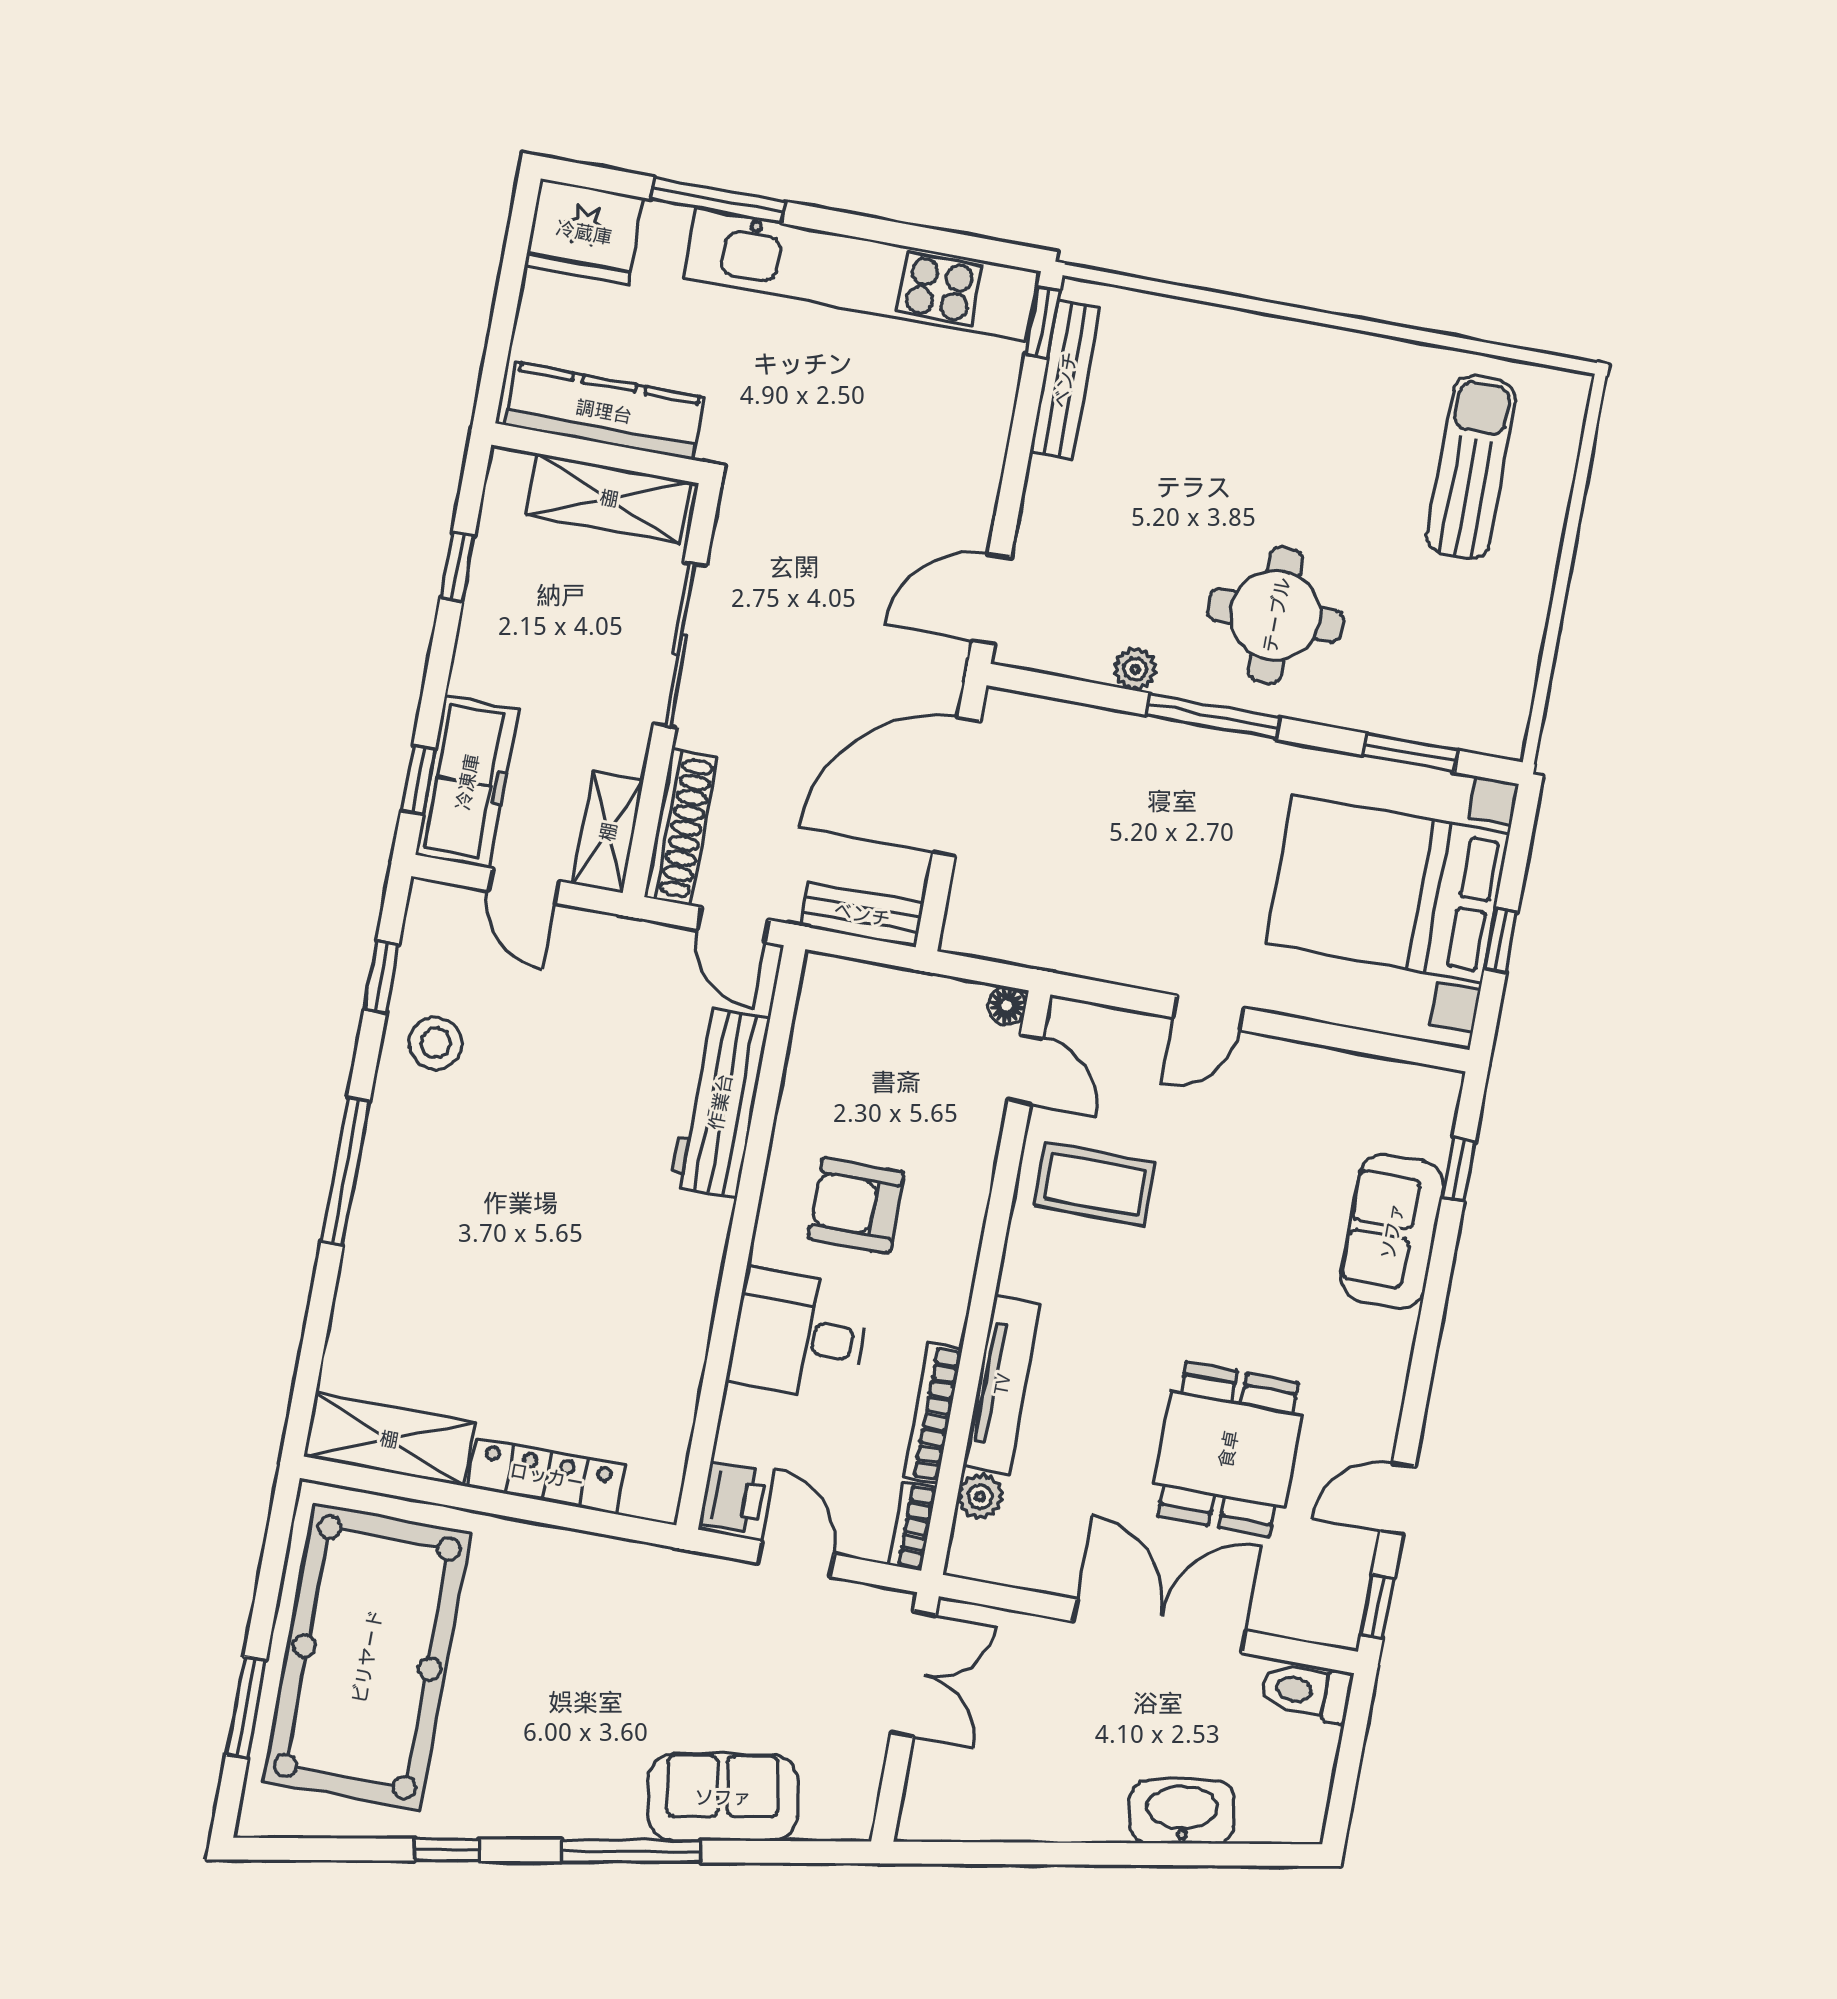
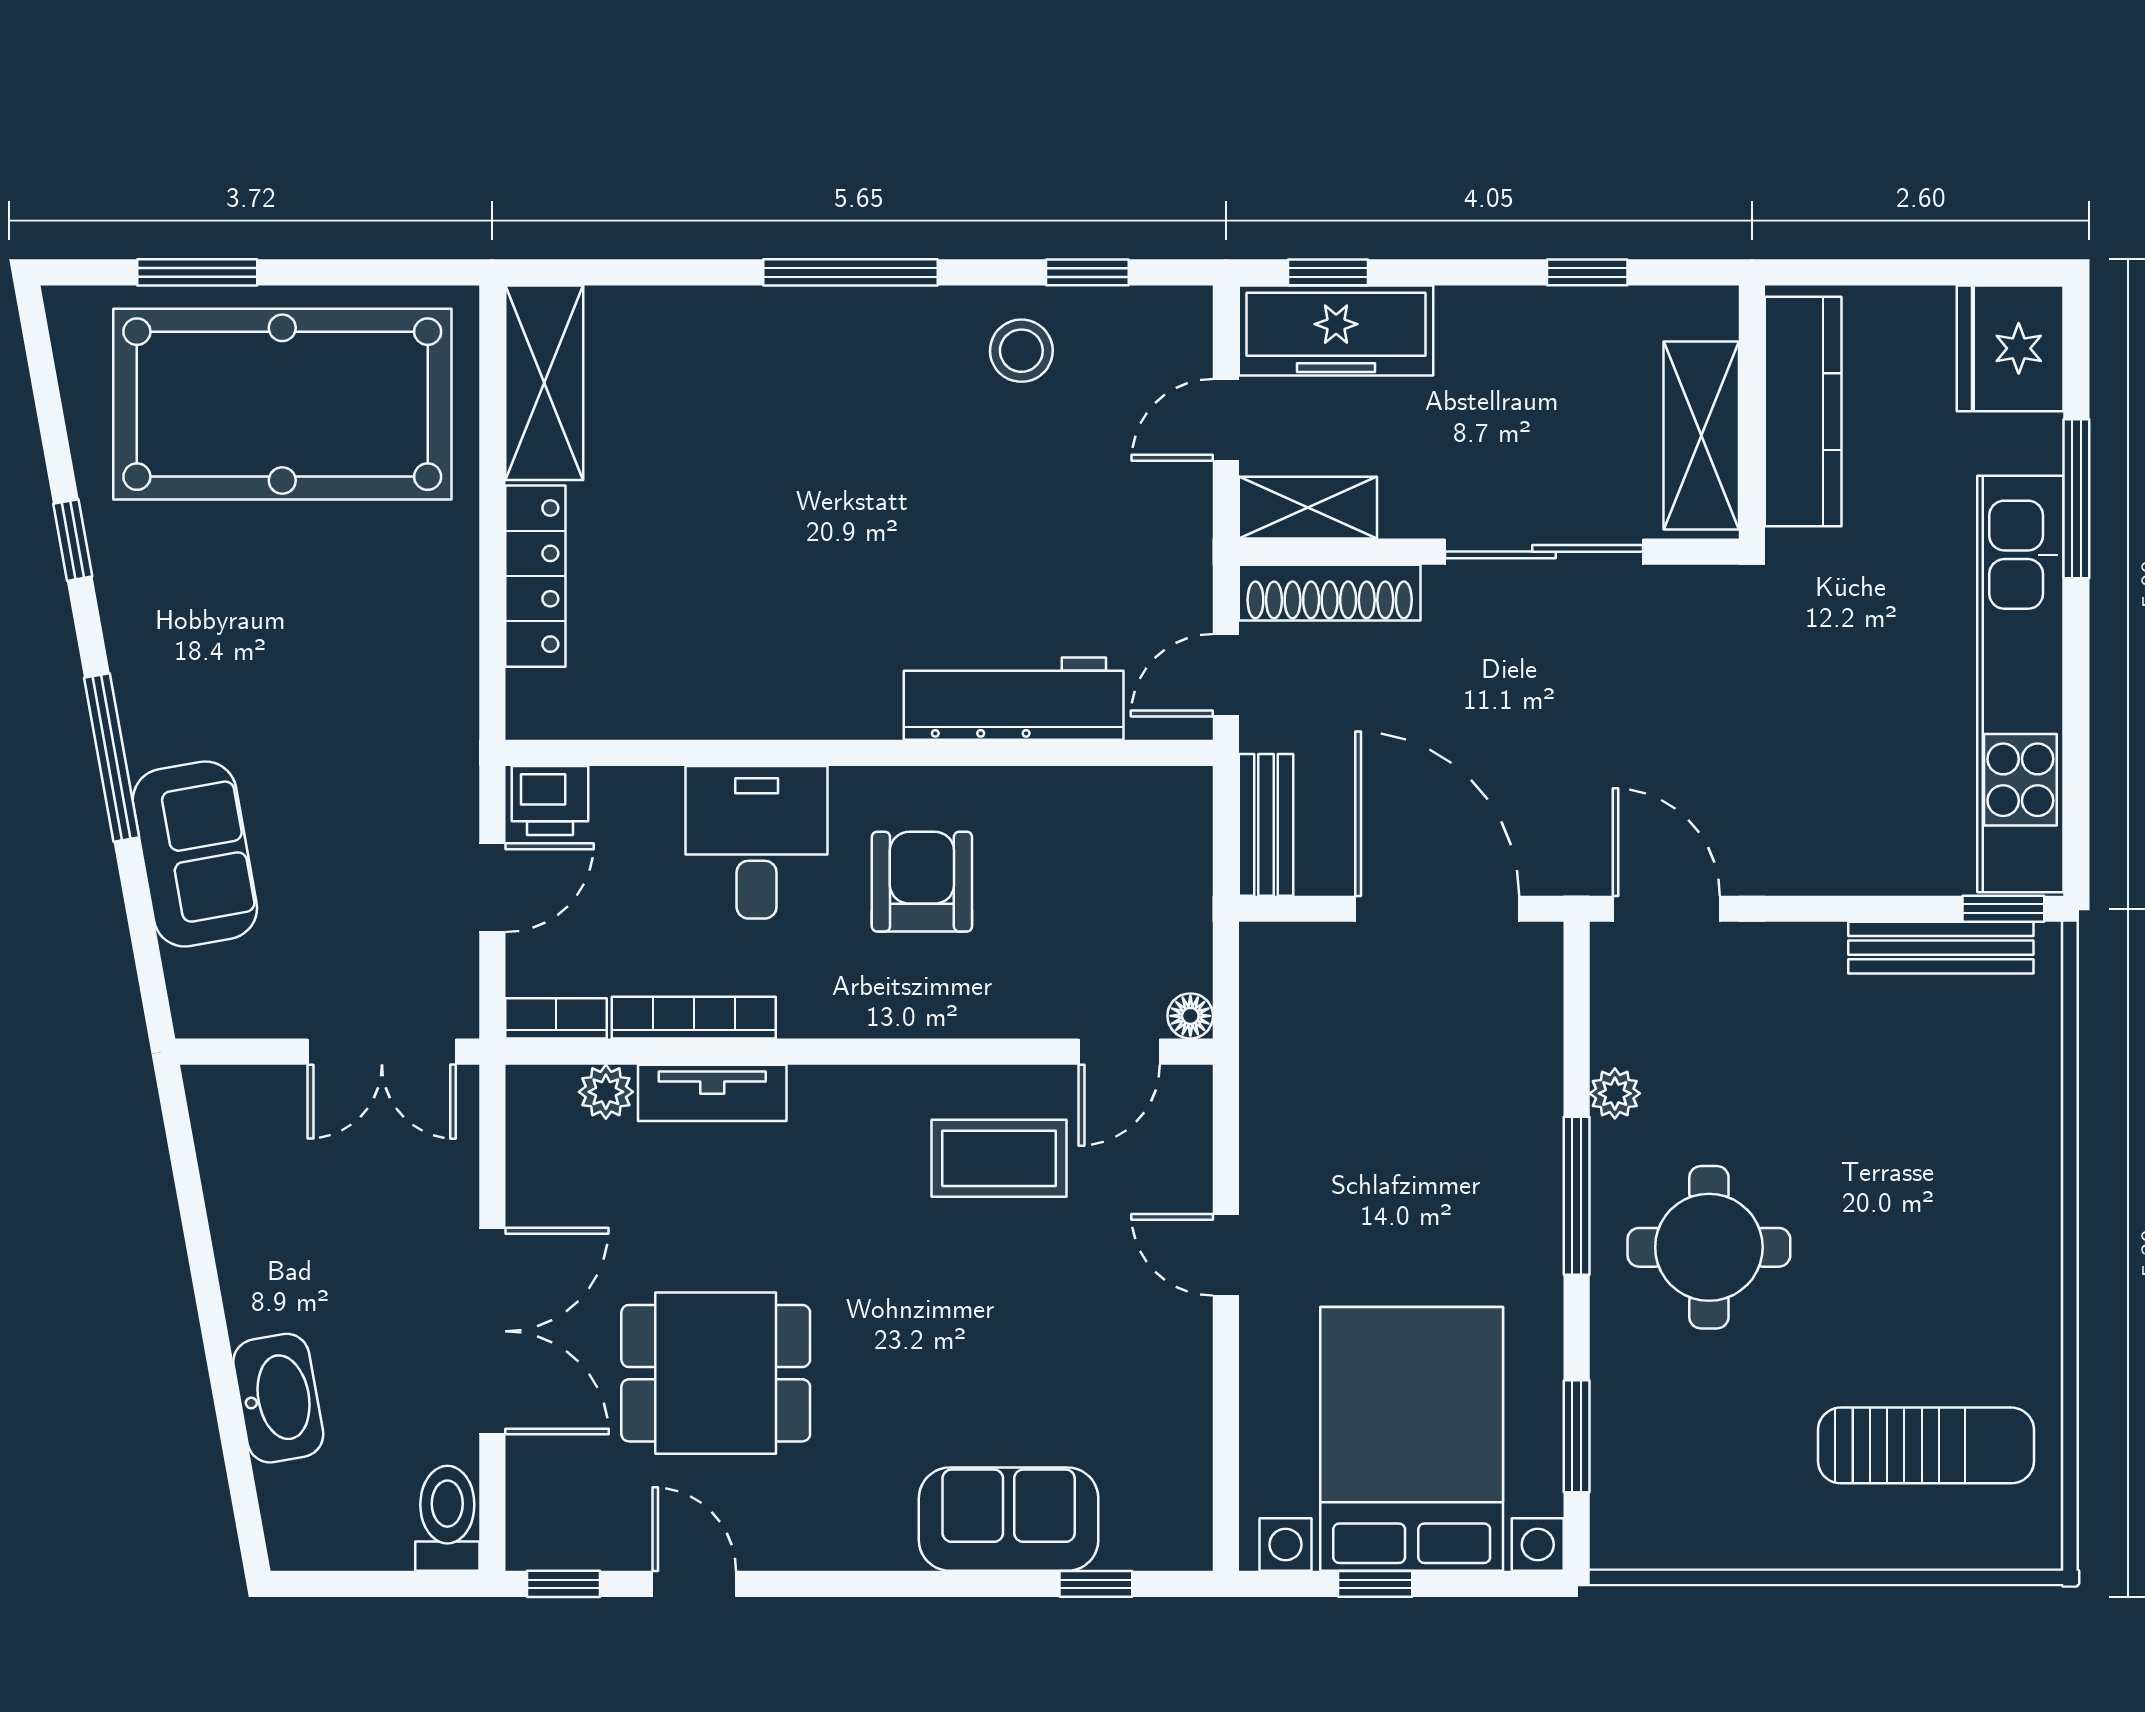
coffee table: (1095, 1184) -> (999, 1158), turned 90
tv unit: (1002, 1384) -> (712, 1093), width x0.71

